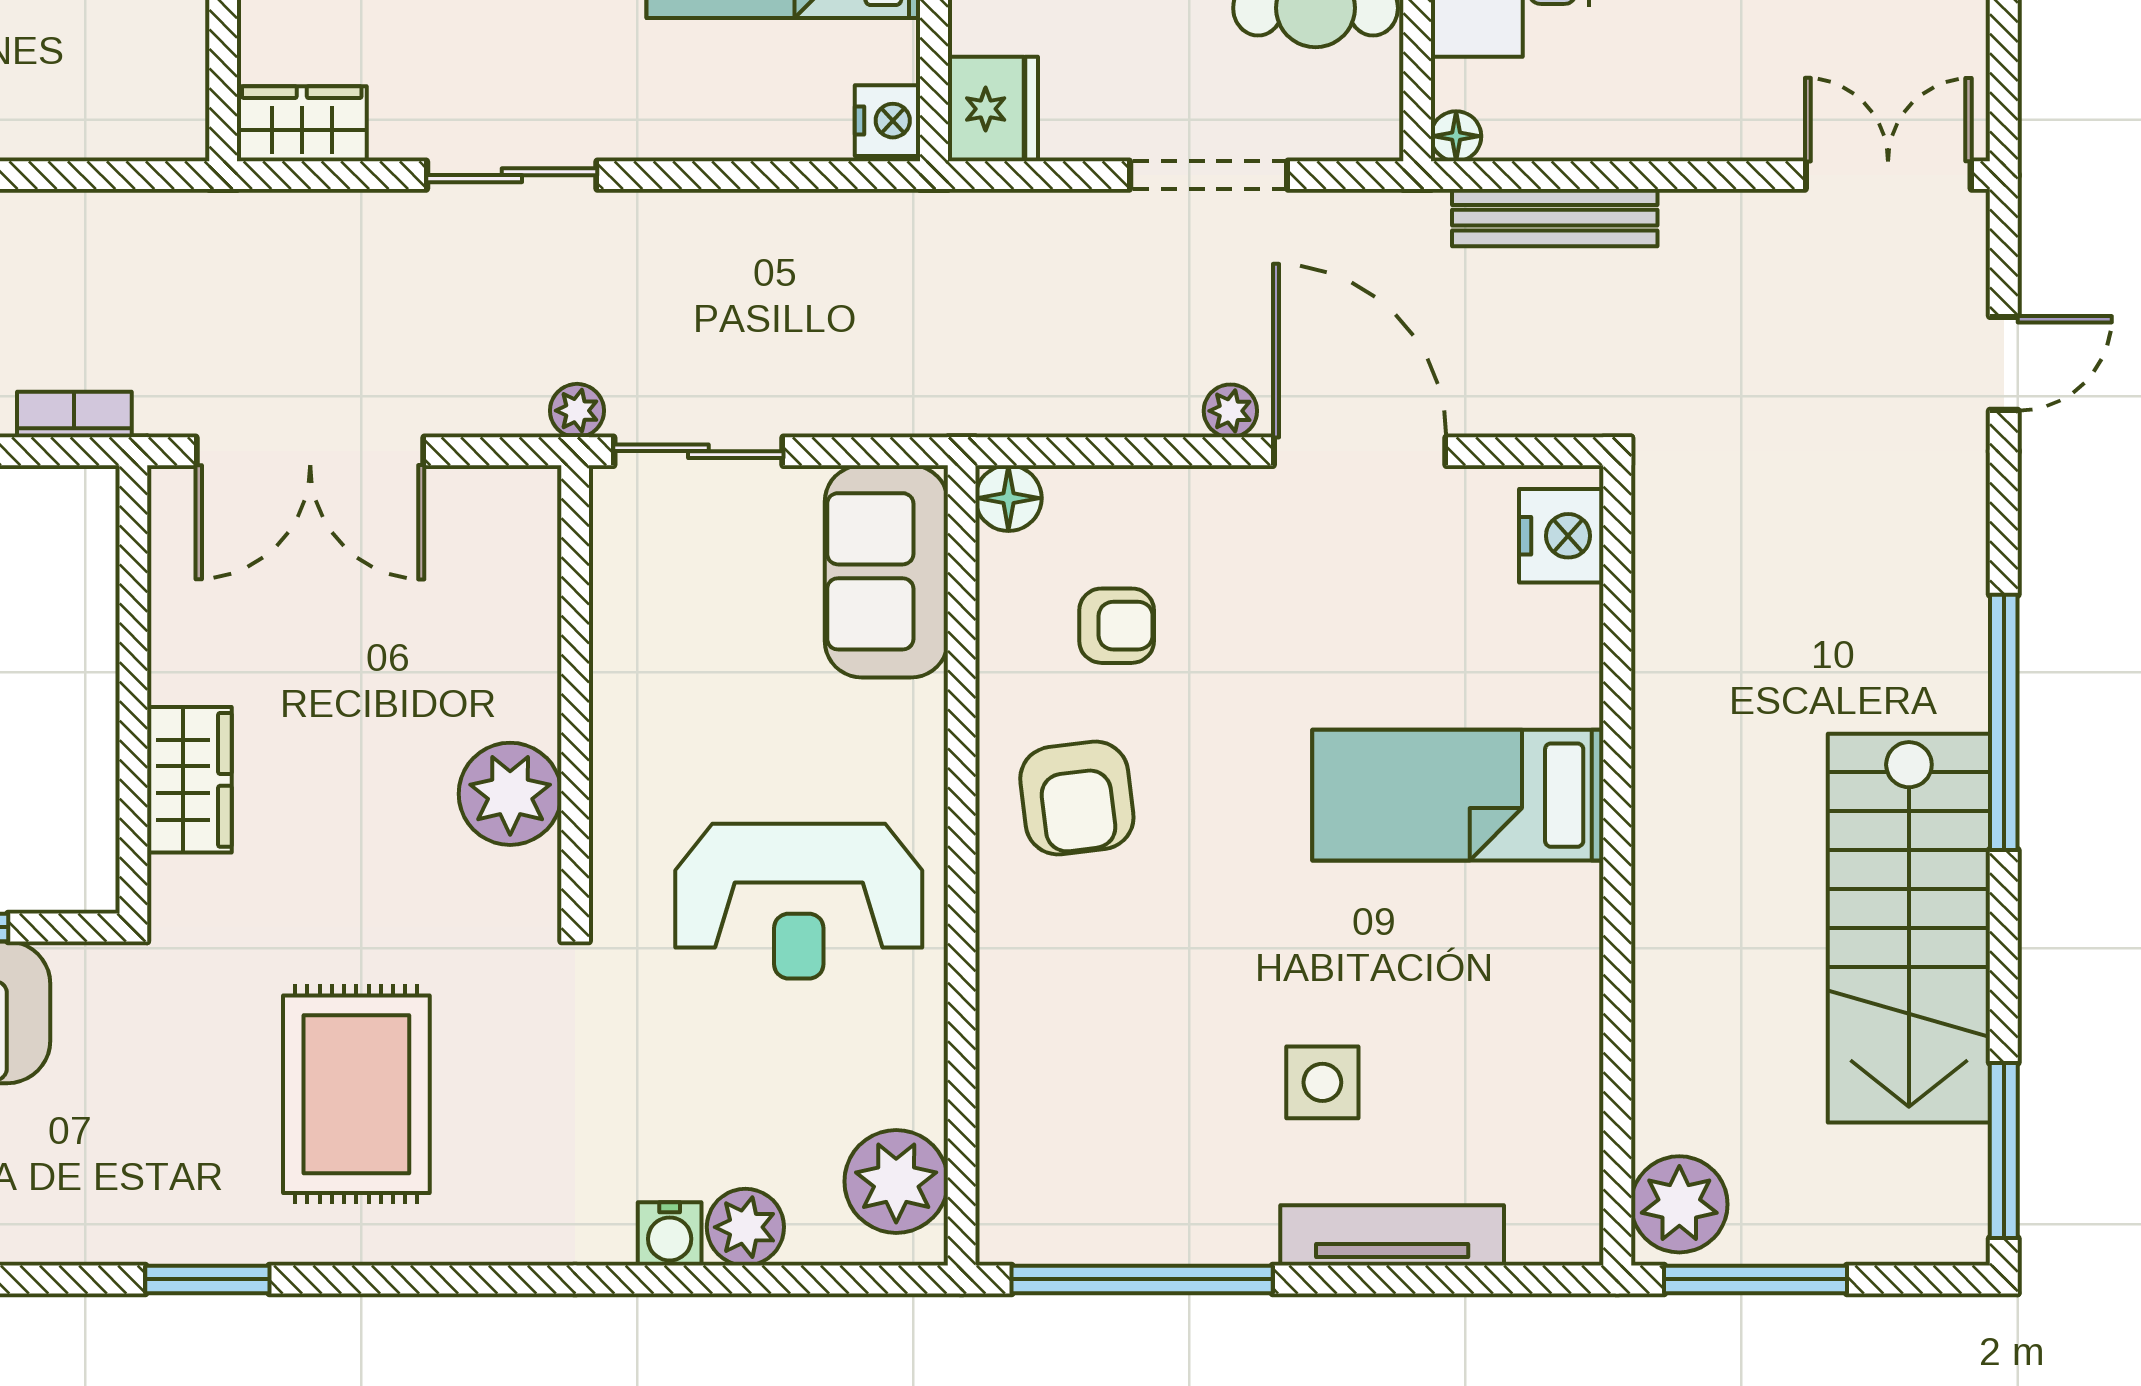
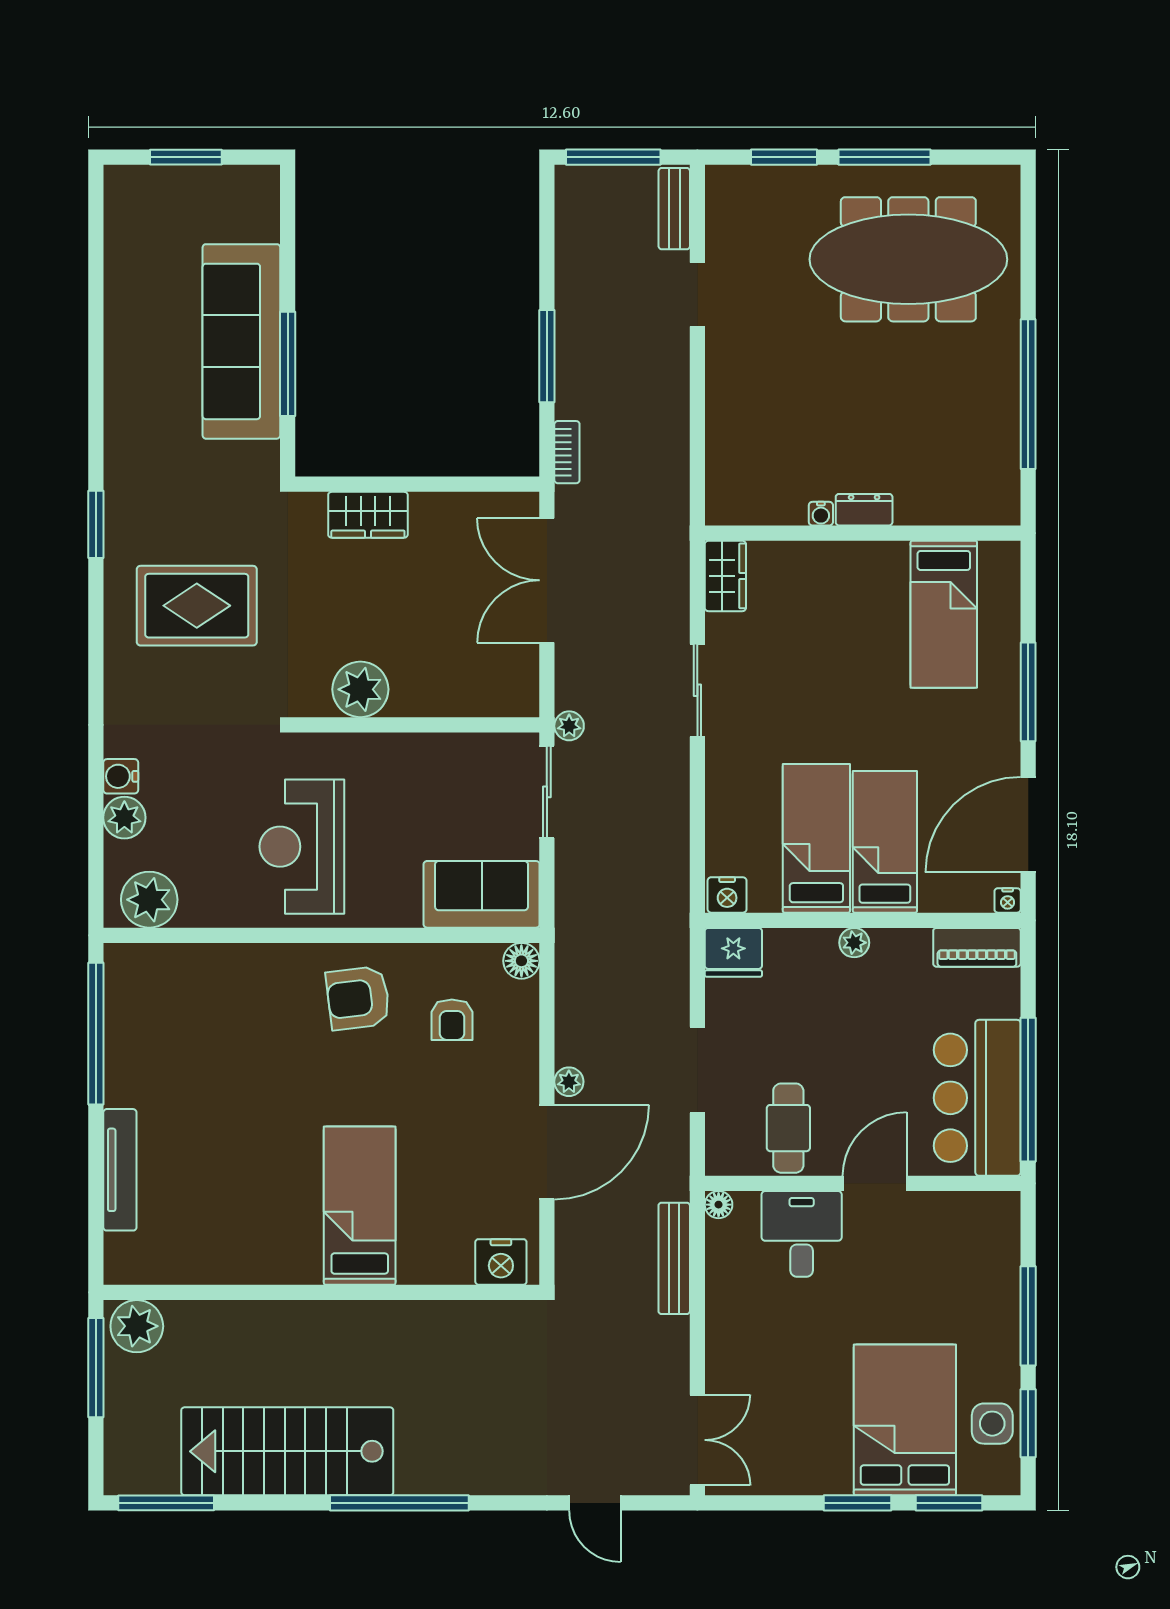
side table: (1322, 1082) -> (203, 1132), removed

